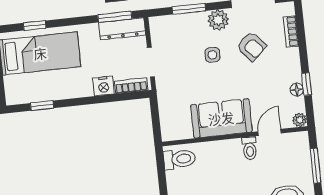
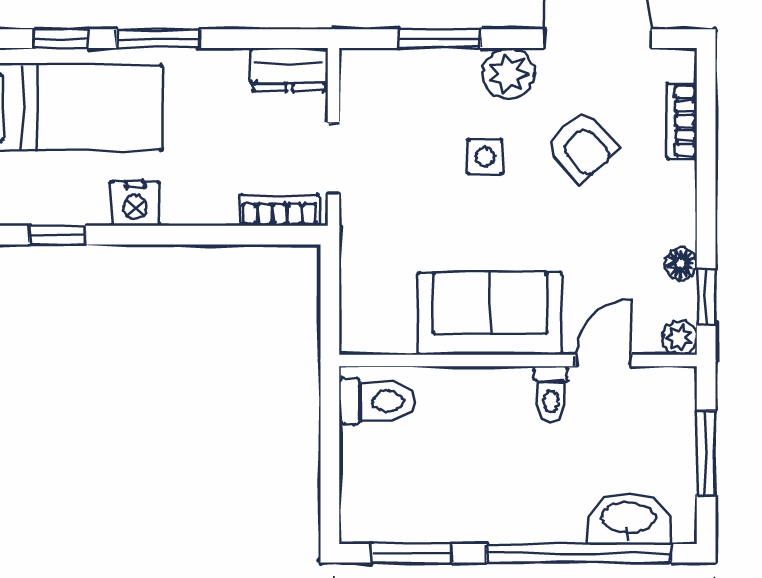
window: (115, 17) -> (158, 39), moved
dresser: (122, 29) -> (289, 70), width x0.70
window: (307, 84) -> (706, 297), moved
nightstand: (104, 86) -> (135, 204), moved

